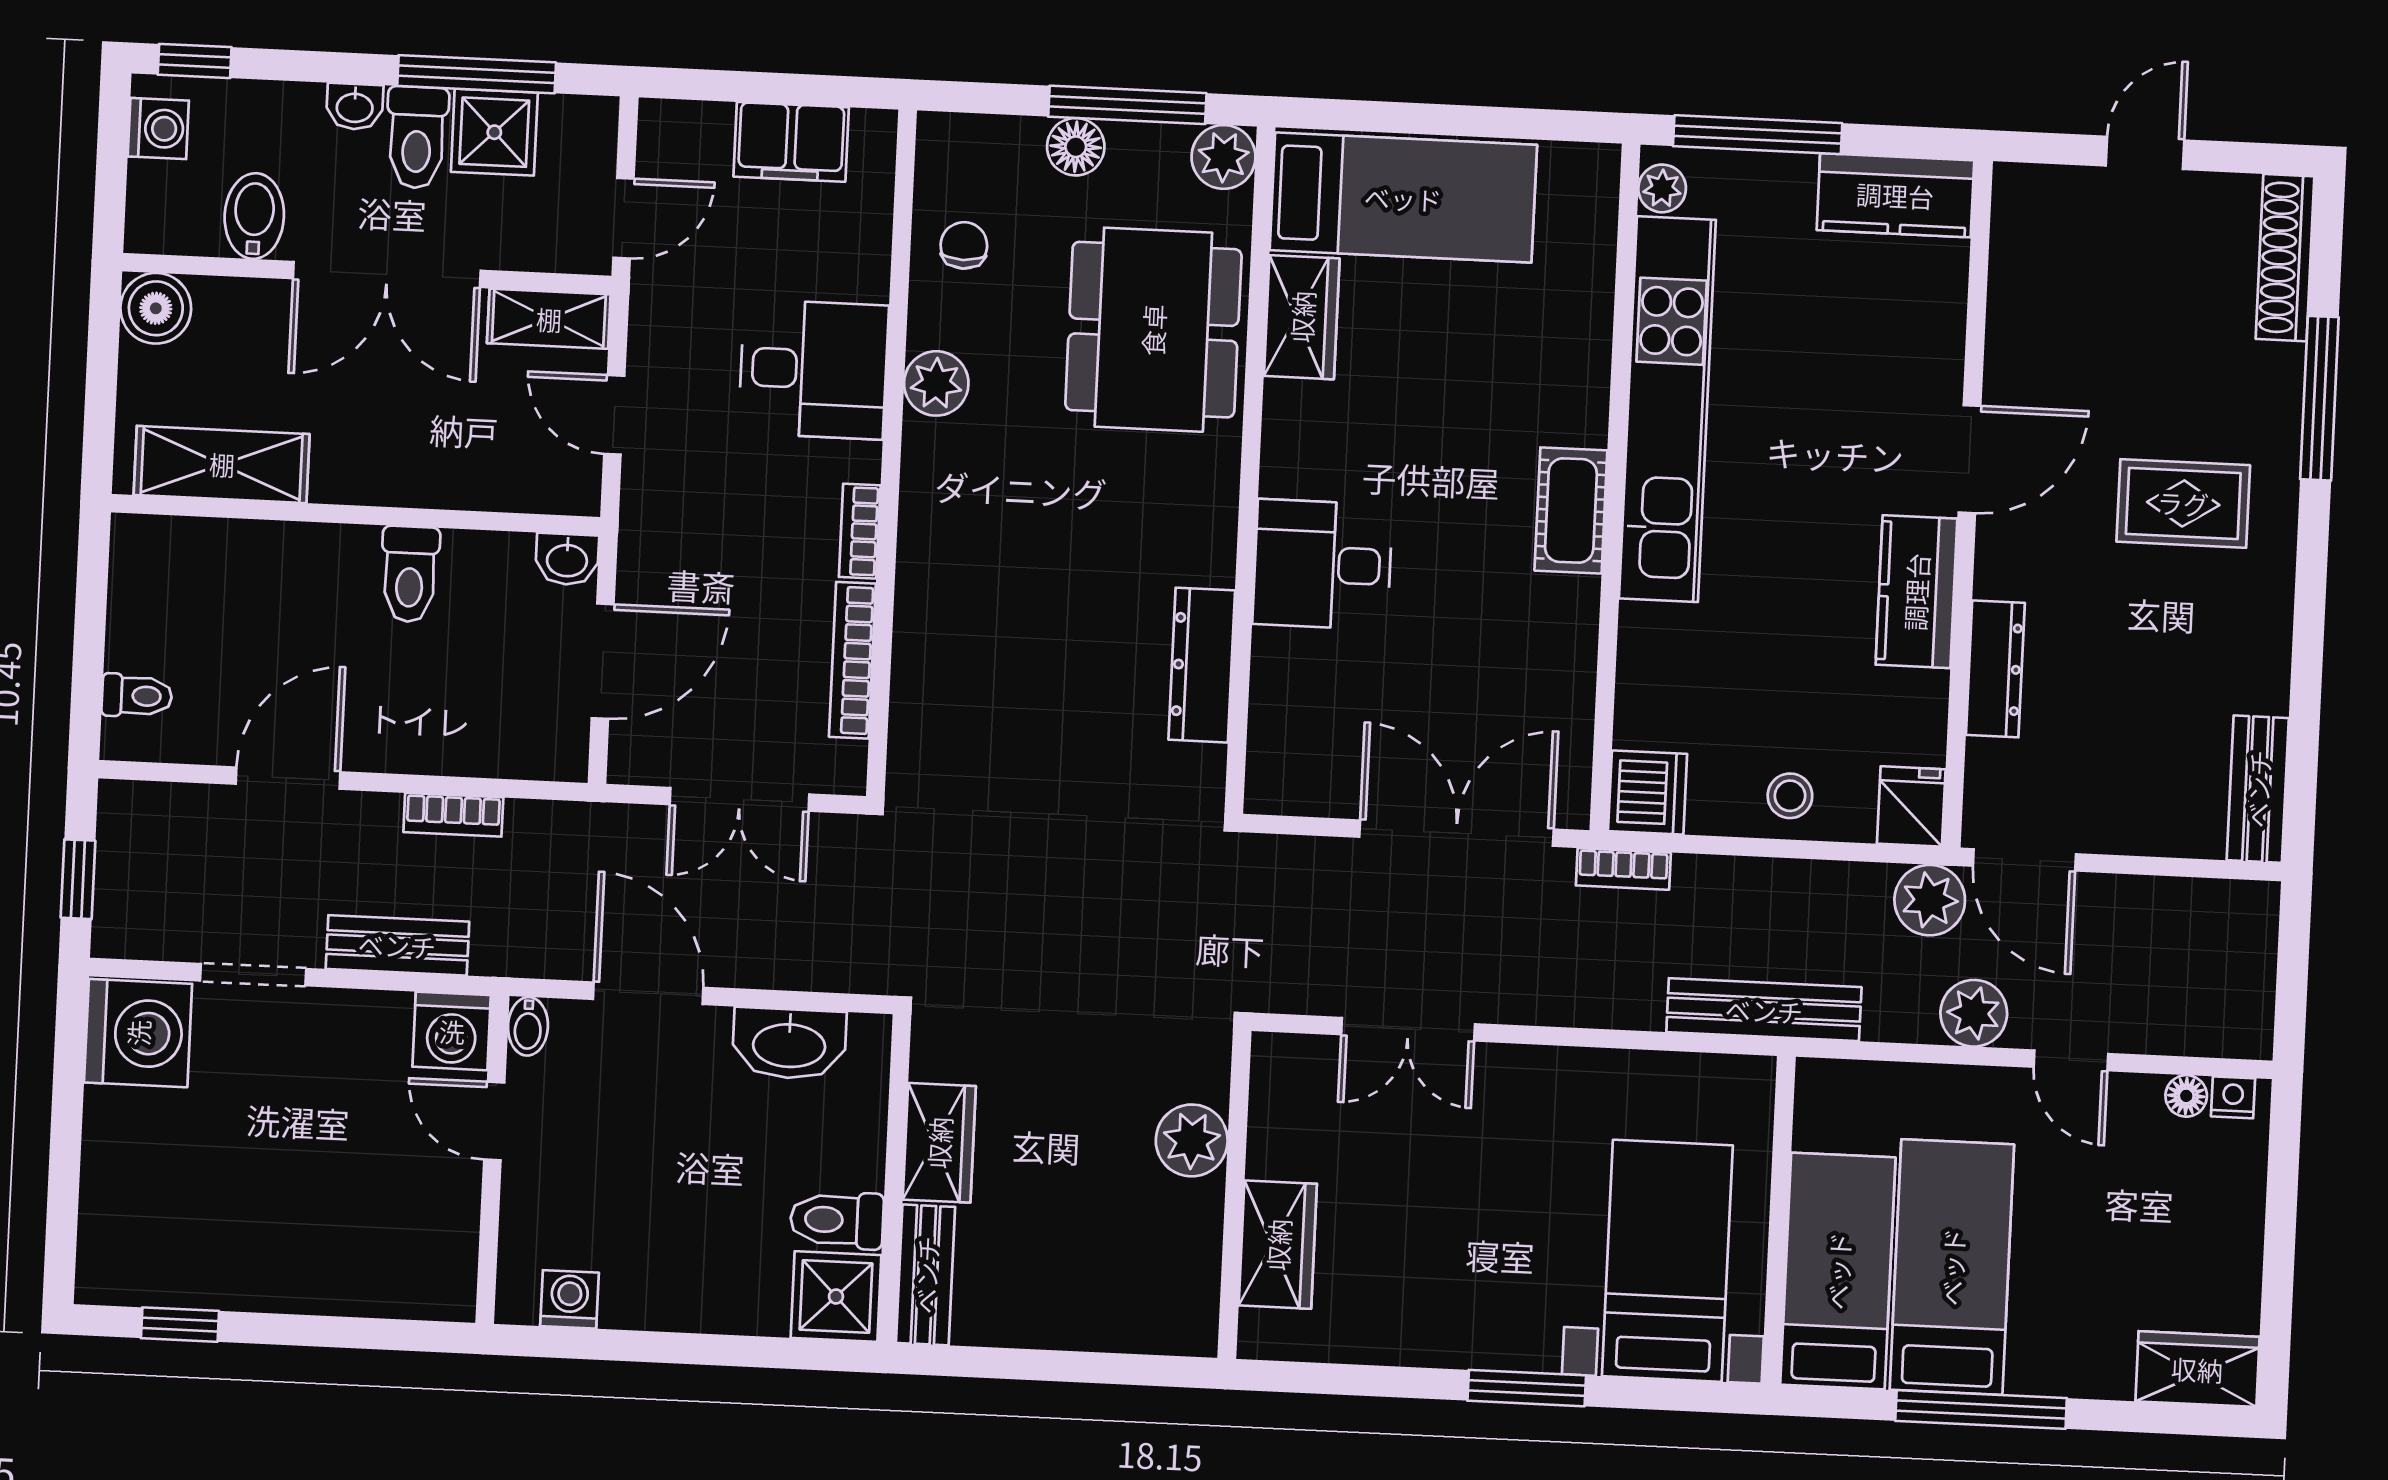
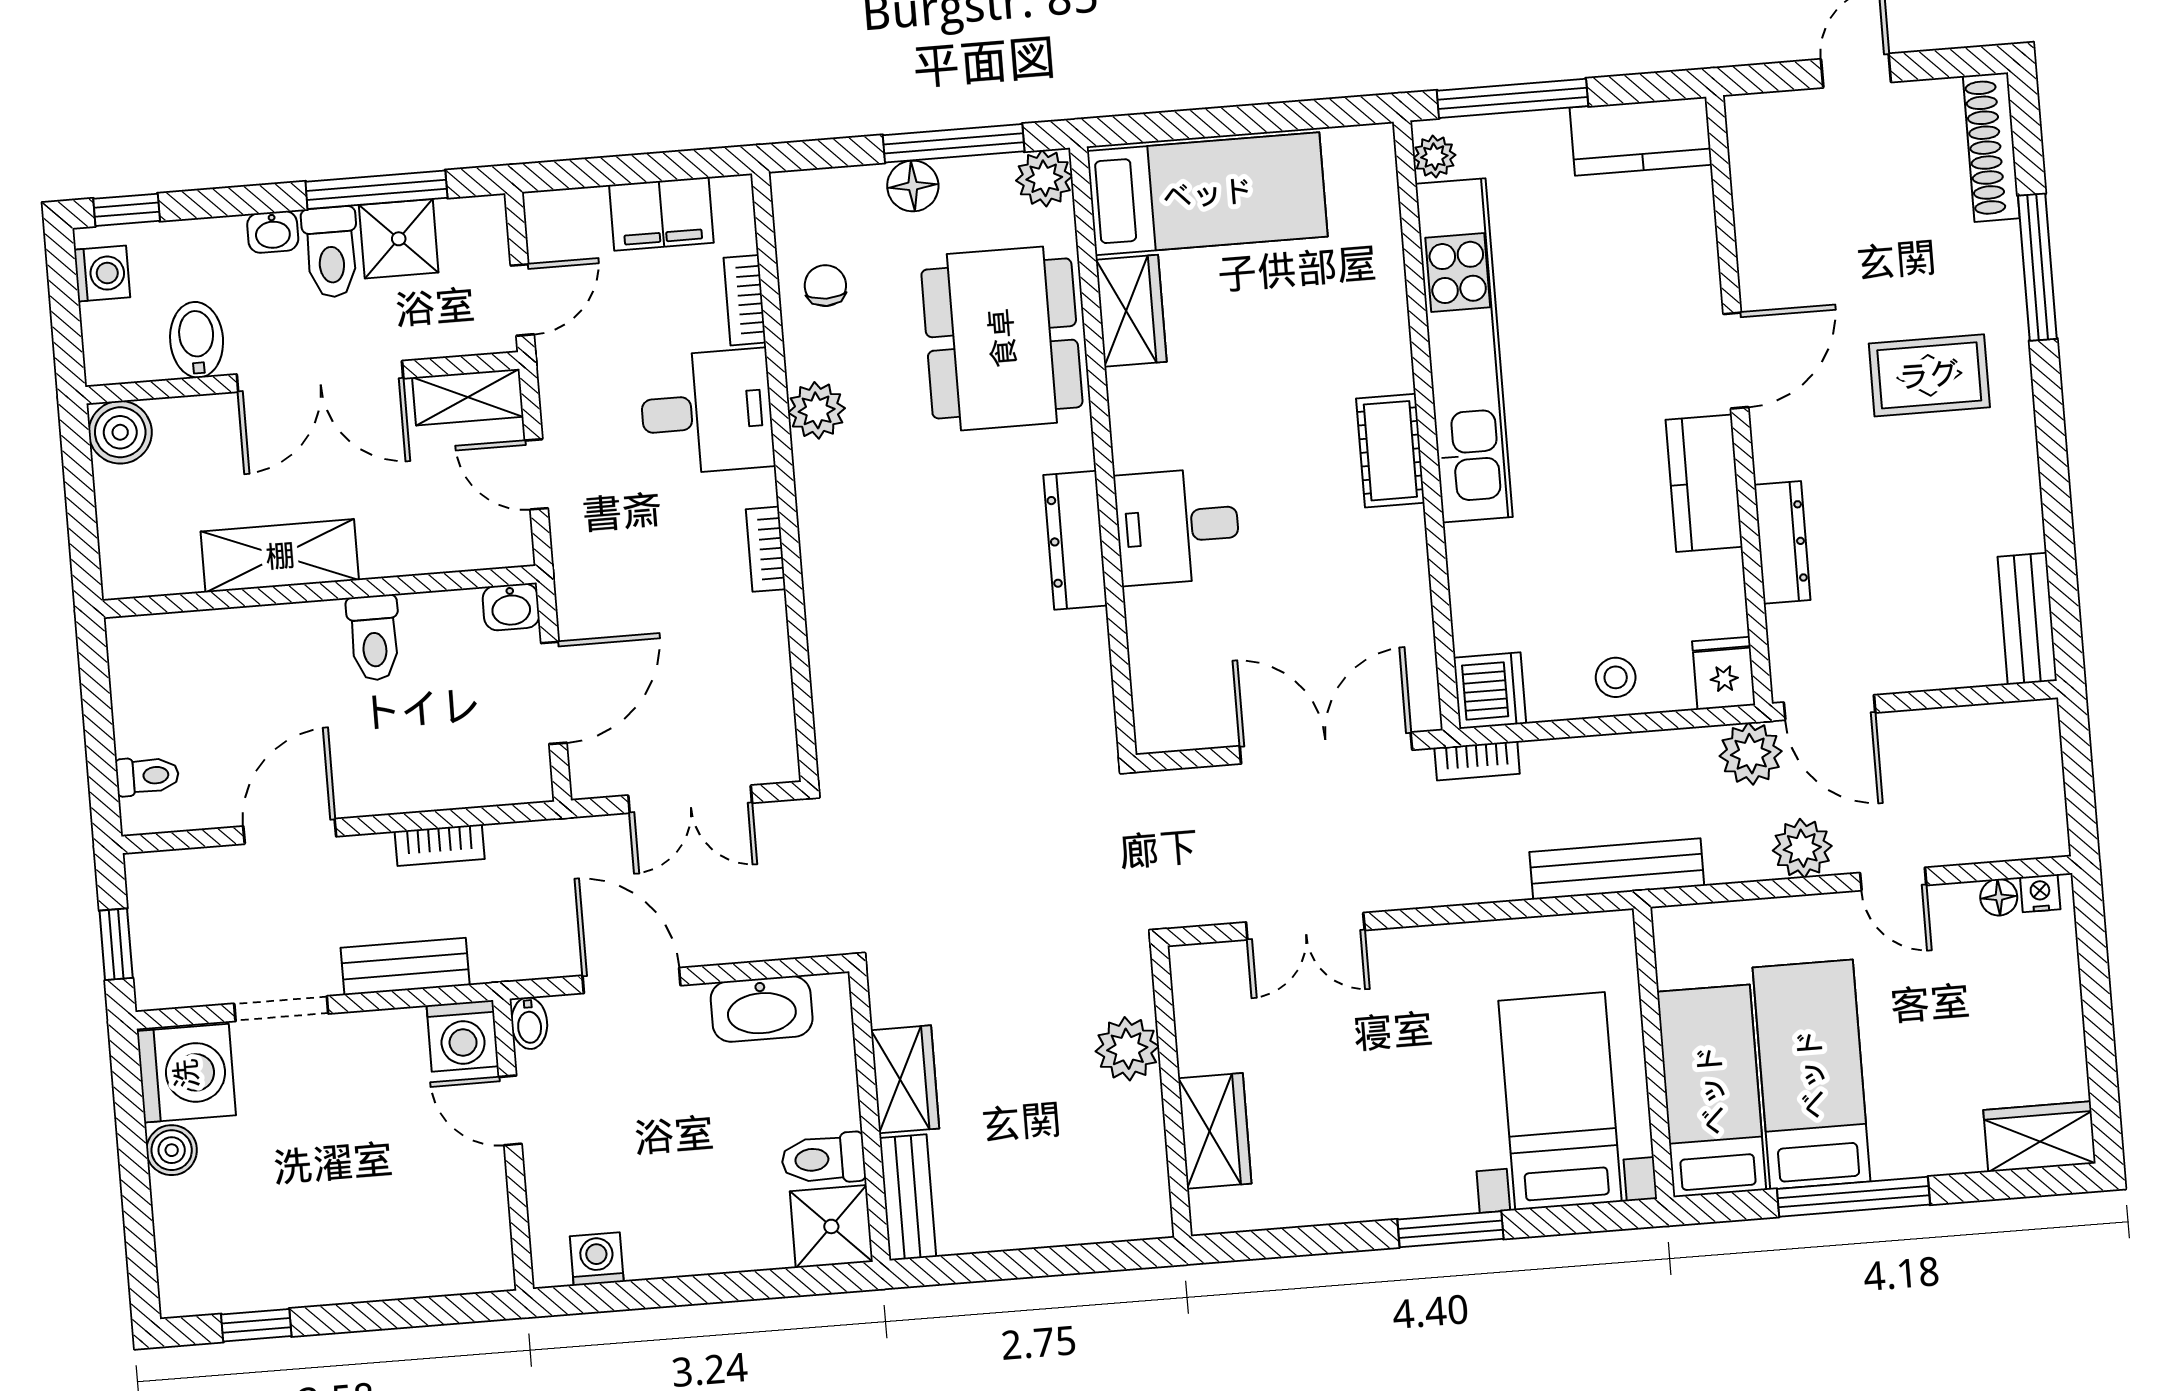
shelving: (222, 464) -> (280, 556), moved
bookcase: (852, 660) -> (745, 300), moved, width x0.64
dresser: (1202, 665) -> (1075, 540), moved
boiler: (111, 1117) -> (172, 1150), added

